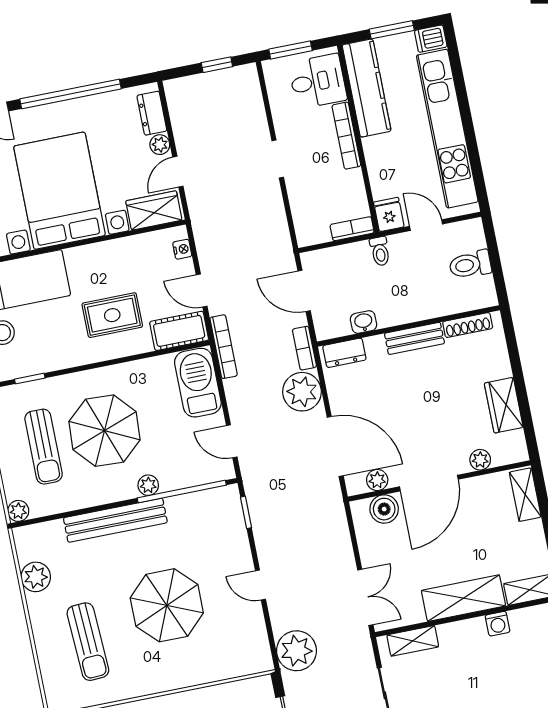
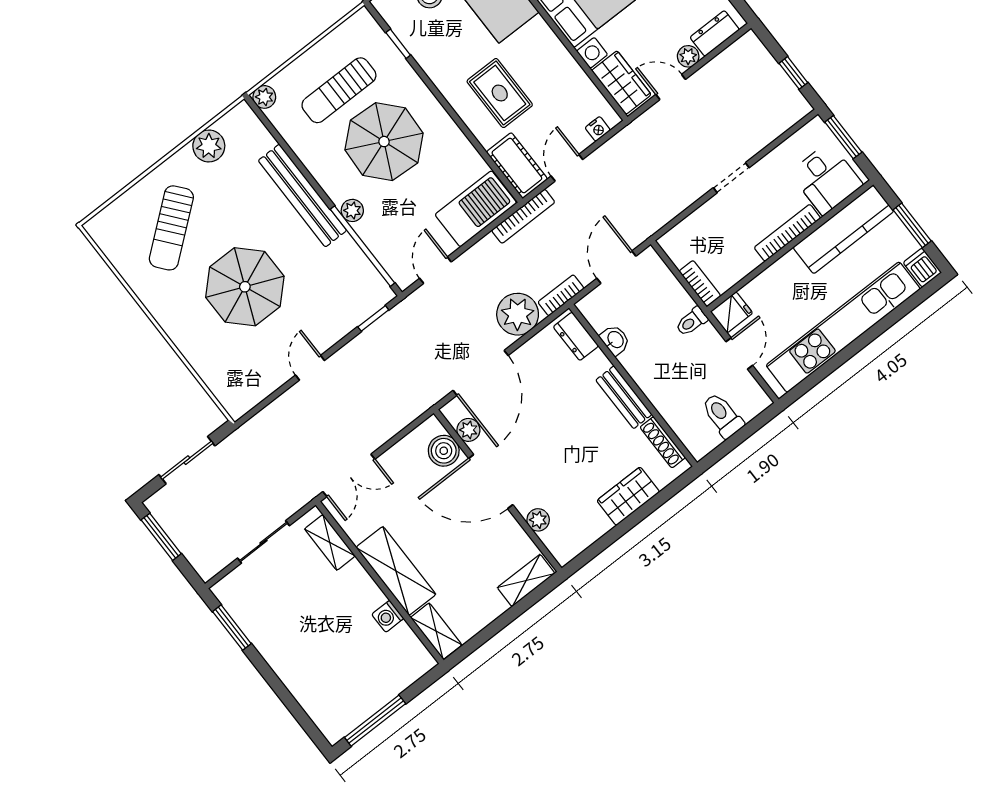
wardrobe: (504, 405) -> (628, 496), moved
sun lounger: (88, 642) -> (171, 228), turned -36
plant: (296, 651) -> (264, 435), removed

